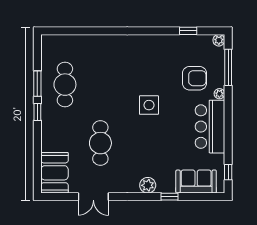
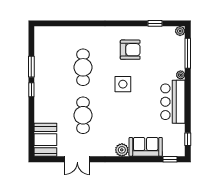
armchair: (194, 78) -> (130, 50), moved
cafe table: (65, 85) -> (83, 67), moved
sofa: (196, 182) -> (146, 147), moved
window: (170, 197) -> (170, 159), moved

